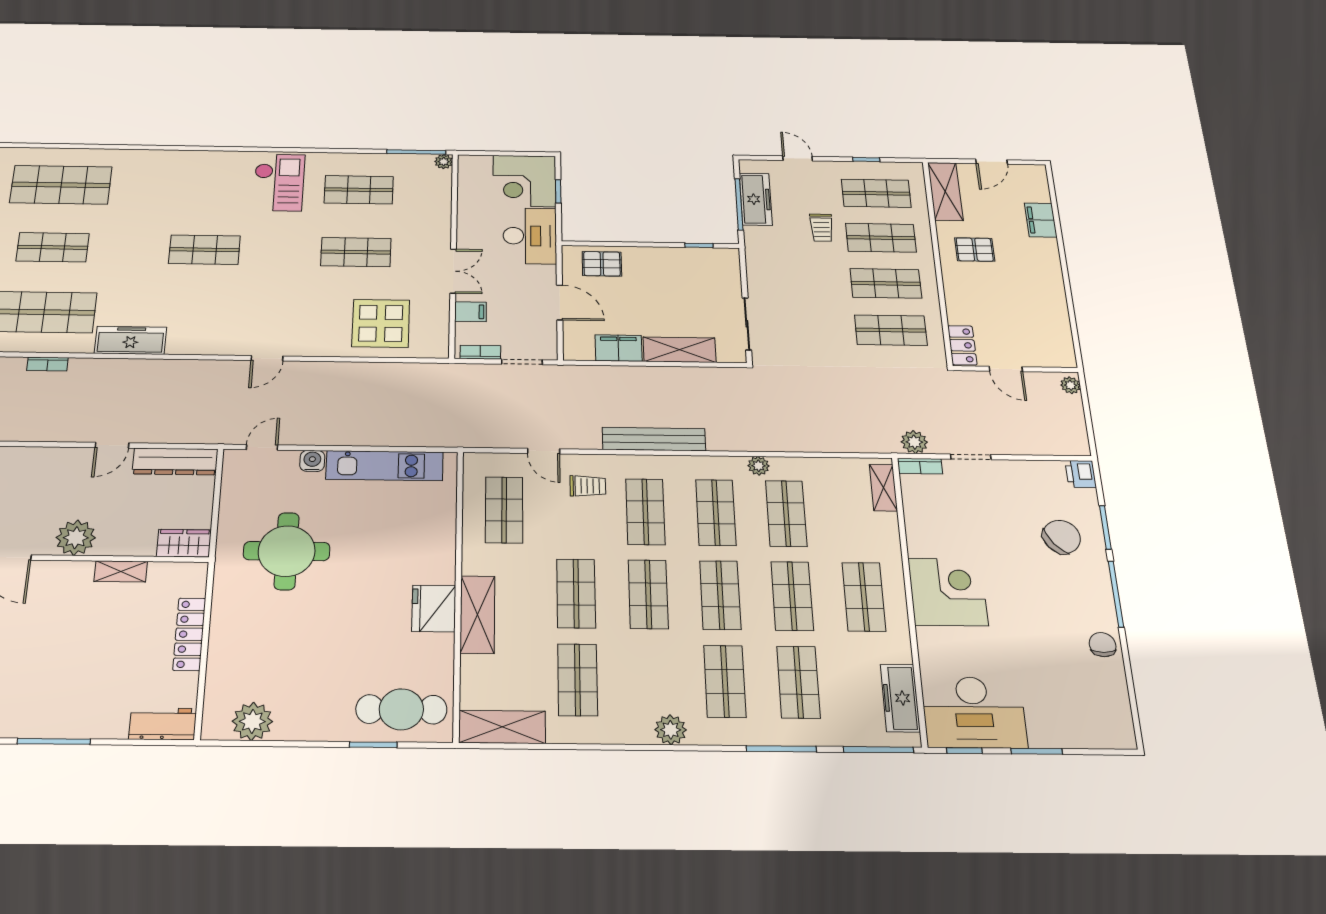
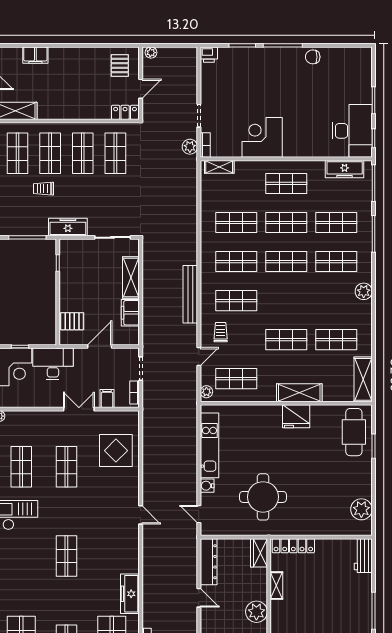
freezer: (756, 199) -> (68, 227), moved
trolley: (822, 228) -> (43, 189), turned 180
pallet: (975, 250) -> (120, 66), moved
pallet: (602, 264) -> (72, 321), turned 90
plant: (759, 466) -> (206, 392), moved
chair: (1062, 537) -> (248, 71), removed
corner desk: (948, 592) -> (262, 137), moved
shop shelf: (648, 594) -> (286, 301), removed
locker: (189, 634) -> (293, 546), moved

